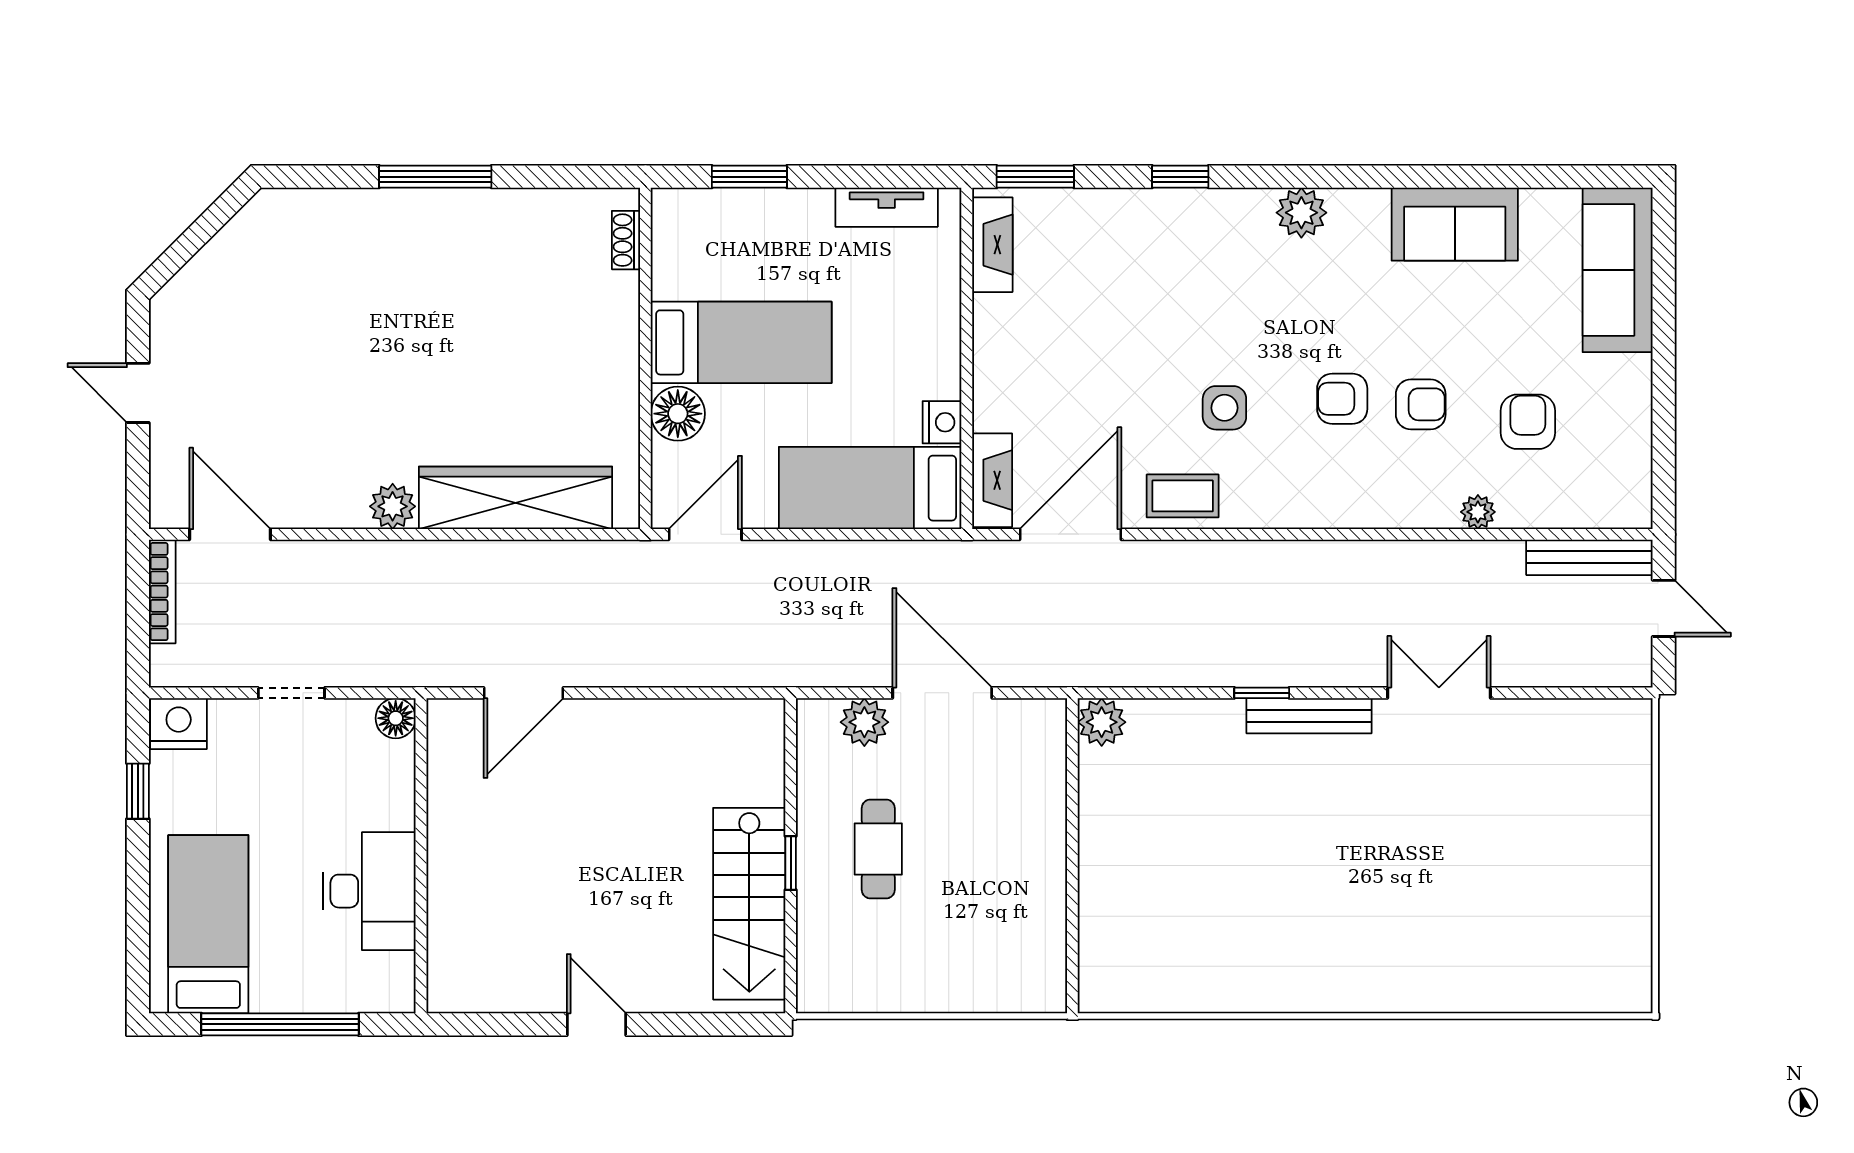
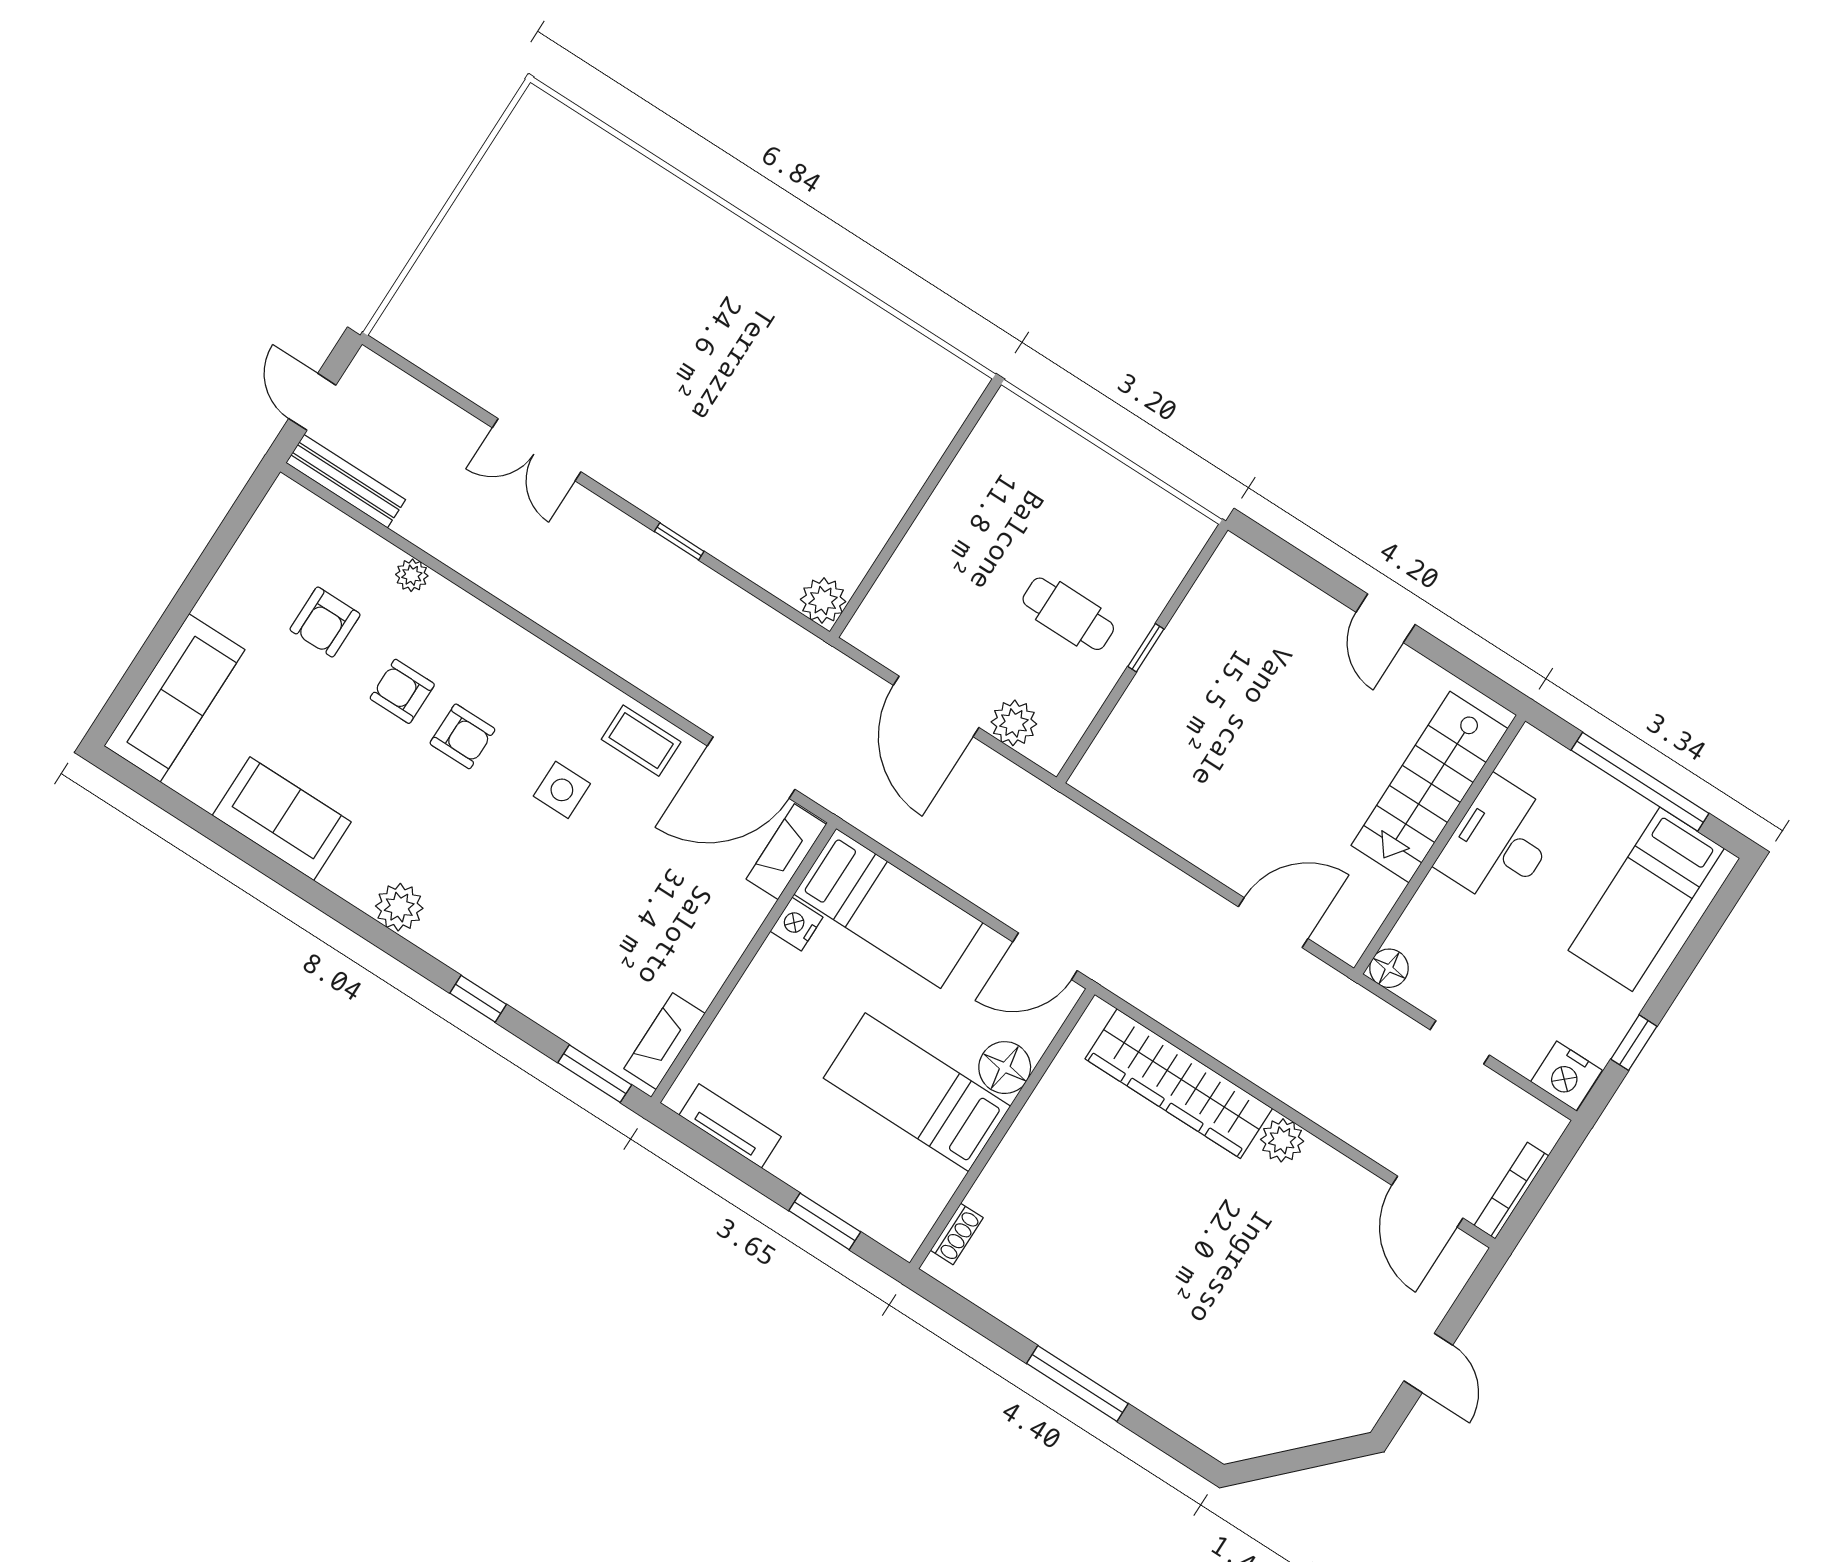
bench: (1309, 716) -> (653, 499), removed
cafe table: (878, 849) -> (1068, 614), turned 90
stairs: (749, 904) -> (1429, 787), moved, turned 180

